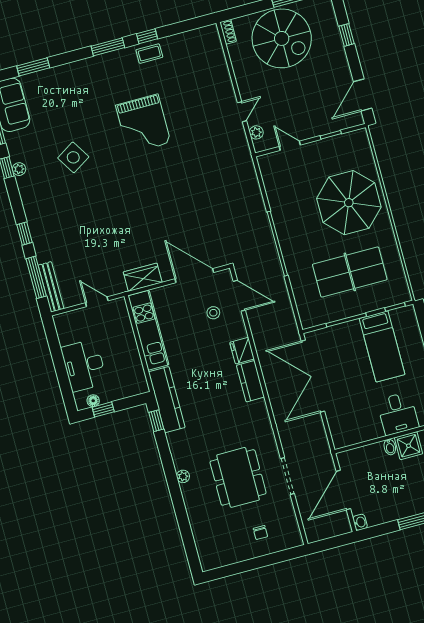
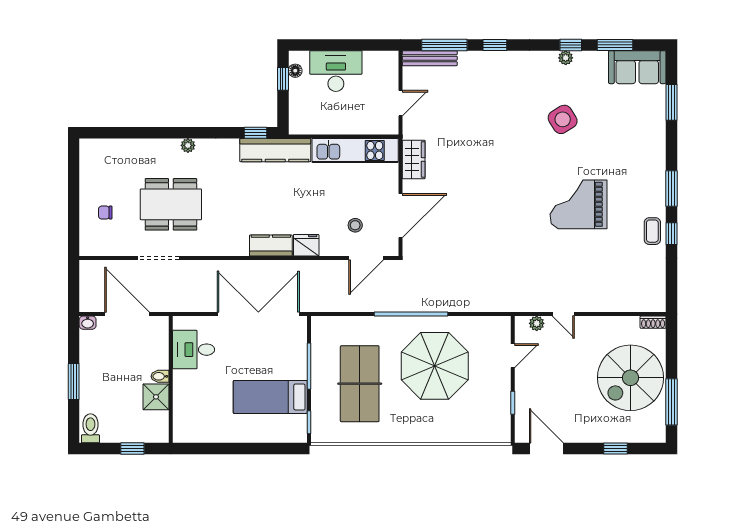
parasol: (349, 203) -> (435, 366), moved
desk: (398, 414) -> (194, 350), moved

